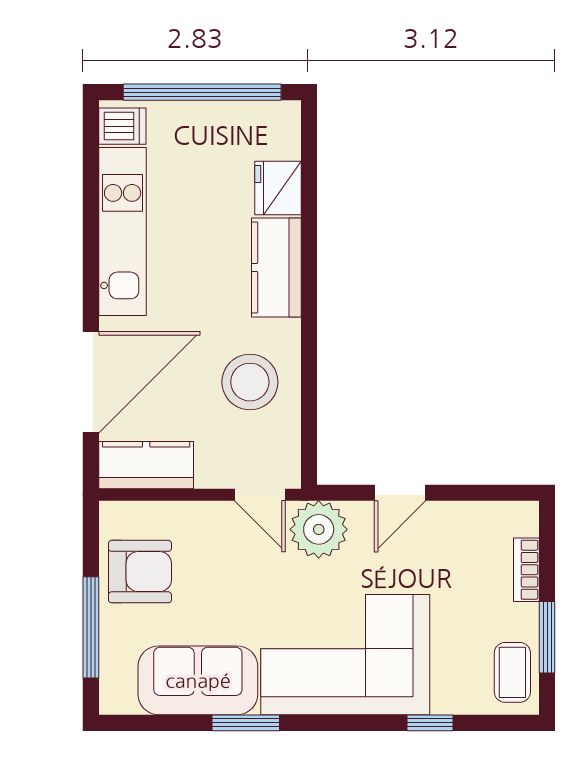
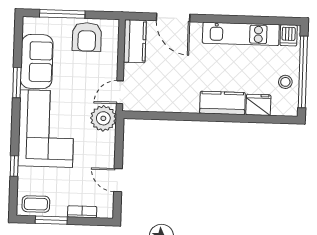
door: (91, 382) -> (173, 17), width x0.73
stool: (250, 382) -> (285, 82), moved, width x0.53, depth x0.53
door: (400, 493) -> (118, 180), moved

